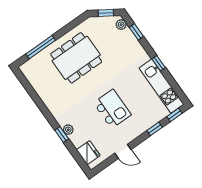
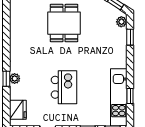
dining table: (76, 58) -> (64, 23), width x0.73
window: (159, 63) -> (130, 96), moved

